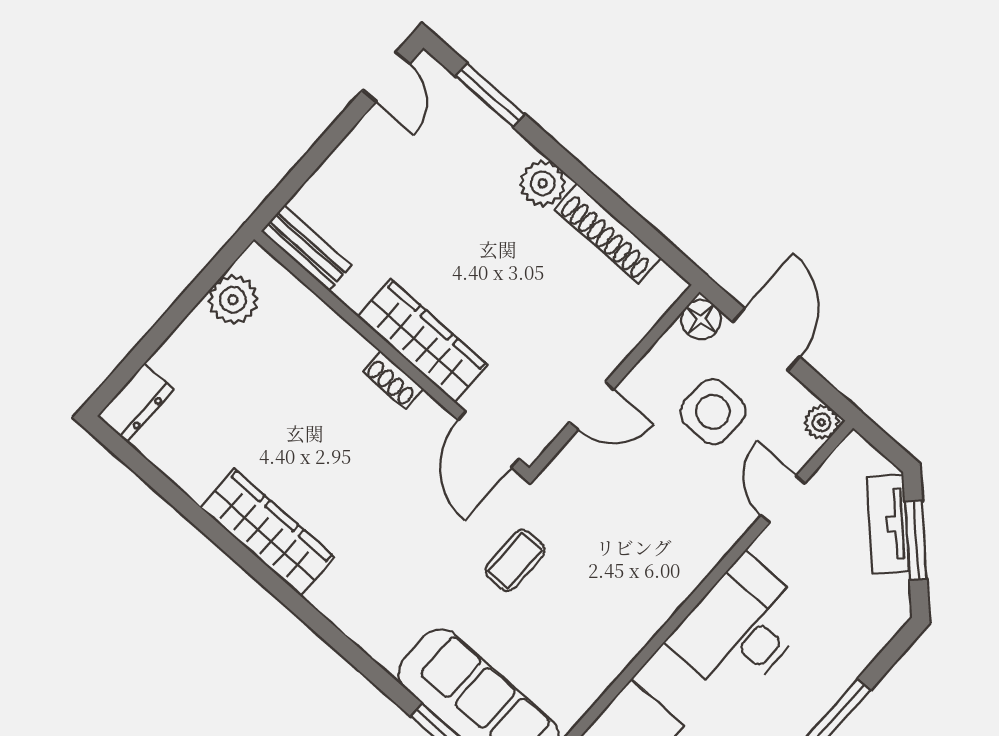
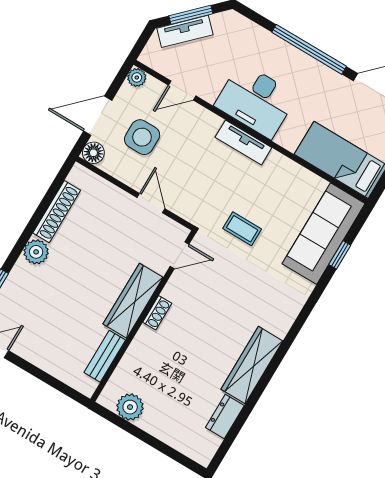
bench: (306, 248) -> (105, 356), moved
dresser: (136, 403) -> (225, 417), moved, turned -90
door: (489, 439) -> (180, 255), width x0.73
tv unit: (669, 592) -> (243, 142), added

